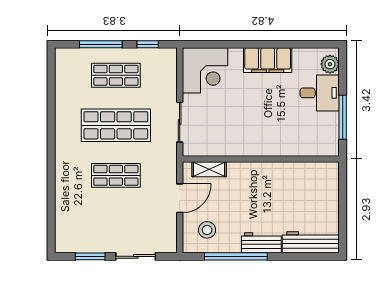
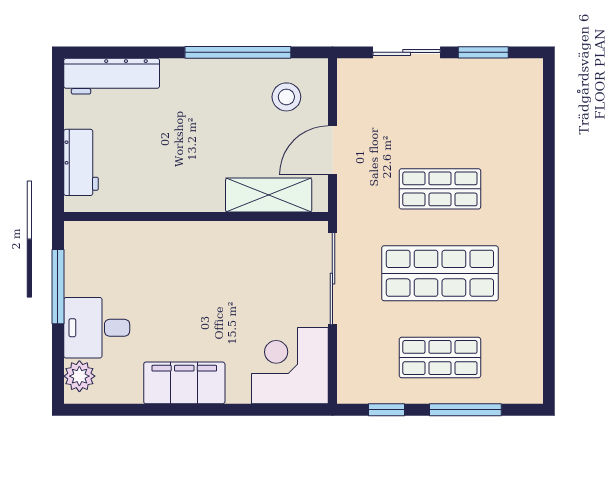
sliding door: (180, 122) -> (332, 279), width x1.37
shelving: (209, 169) -> (269, 195), width x1.50, depth x1.33
workbench: (261, 243) -> (81, 162), moved, turned -90

